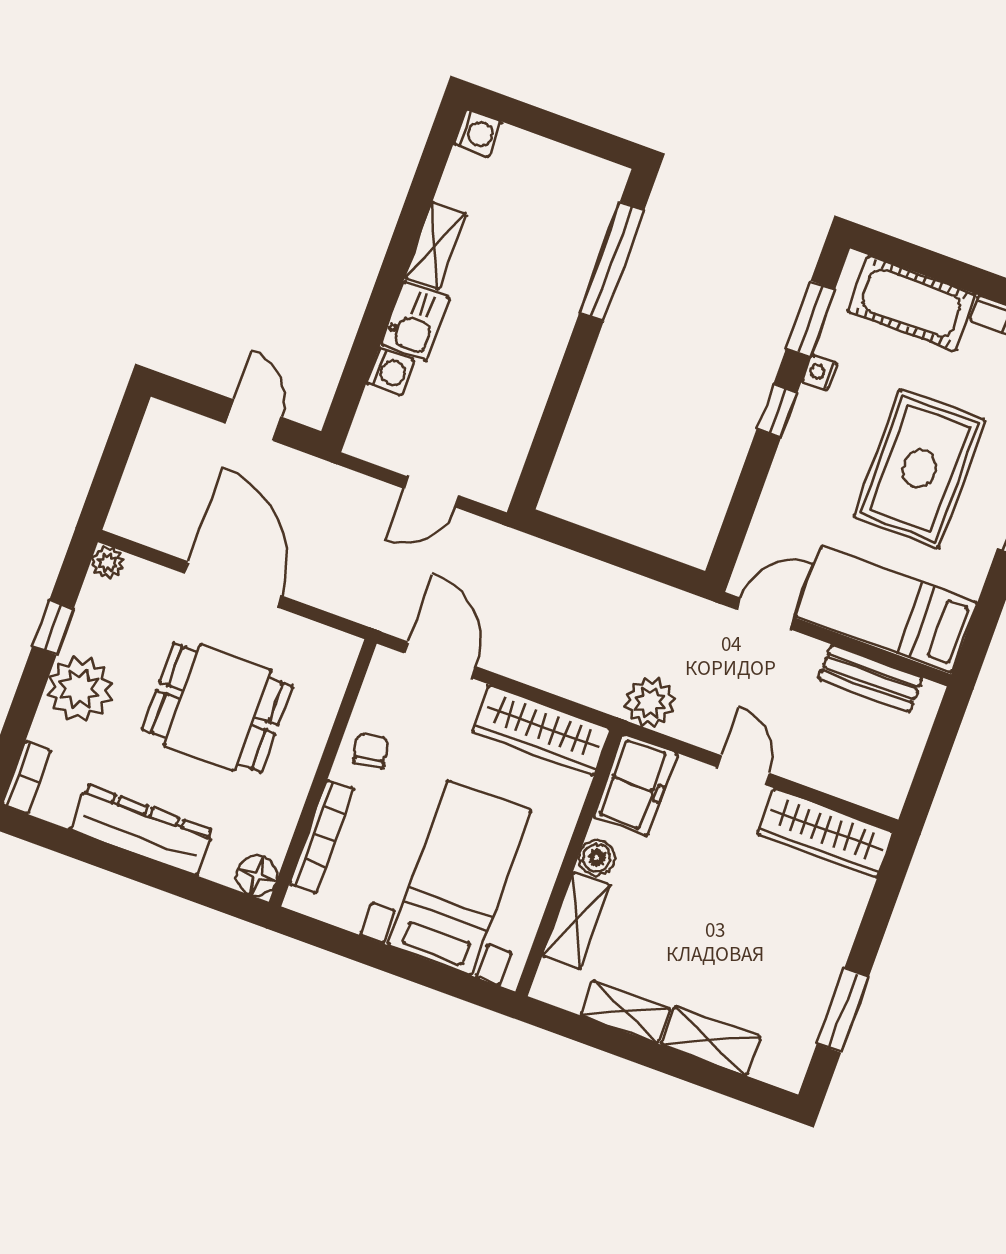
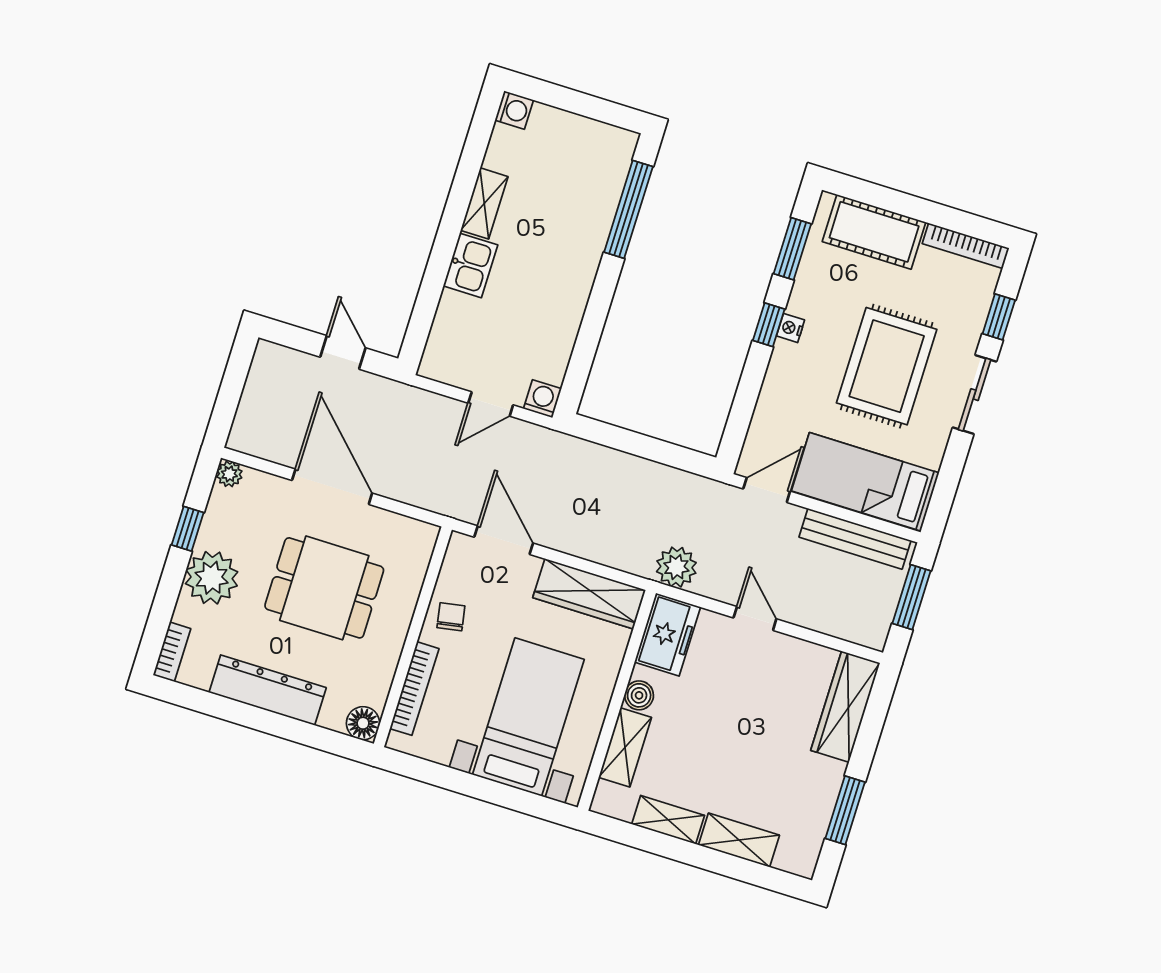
washing machine: (390, 372) -> (543, 399), moved, turned -90
nightstand: (819, 372) -> (790, 328), moved
bench: (870, 678) -> (855, 539), width x1.36
window: (936, 753) -> (911, 597), added
wardrobe: (825, 833) -> (845, 707), moved, turned 90

